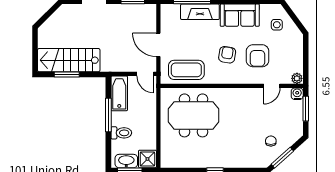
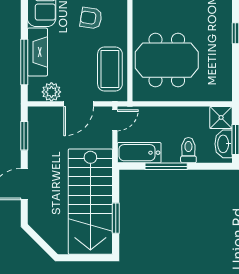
plant: (168, 23) -> (51, 92), added
stairs: (69, 60) -> (90, 202), width x1.36, depth x1.51
meeting table: (193, 115) -> (167, 60), turned 90

